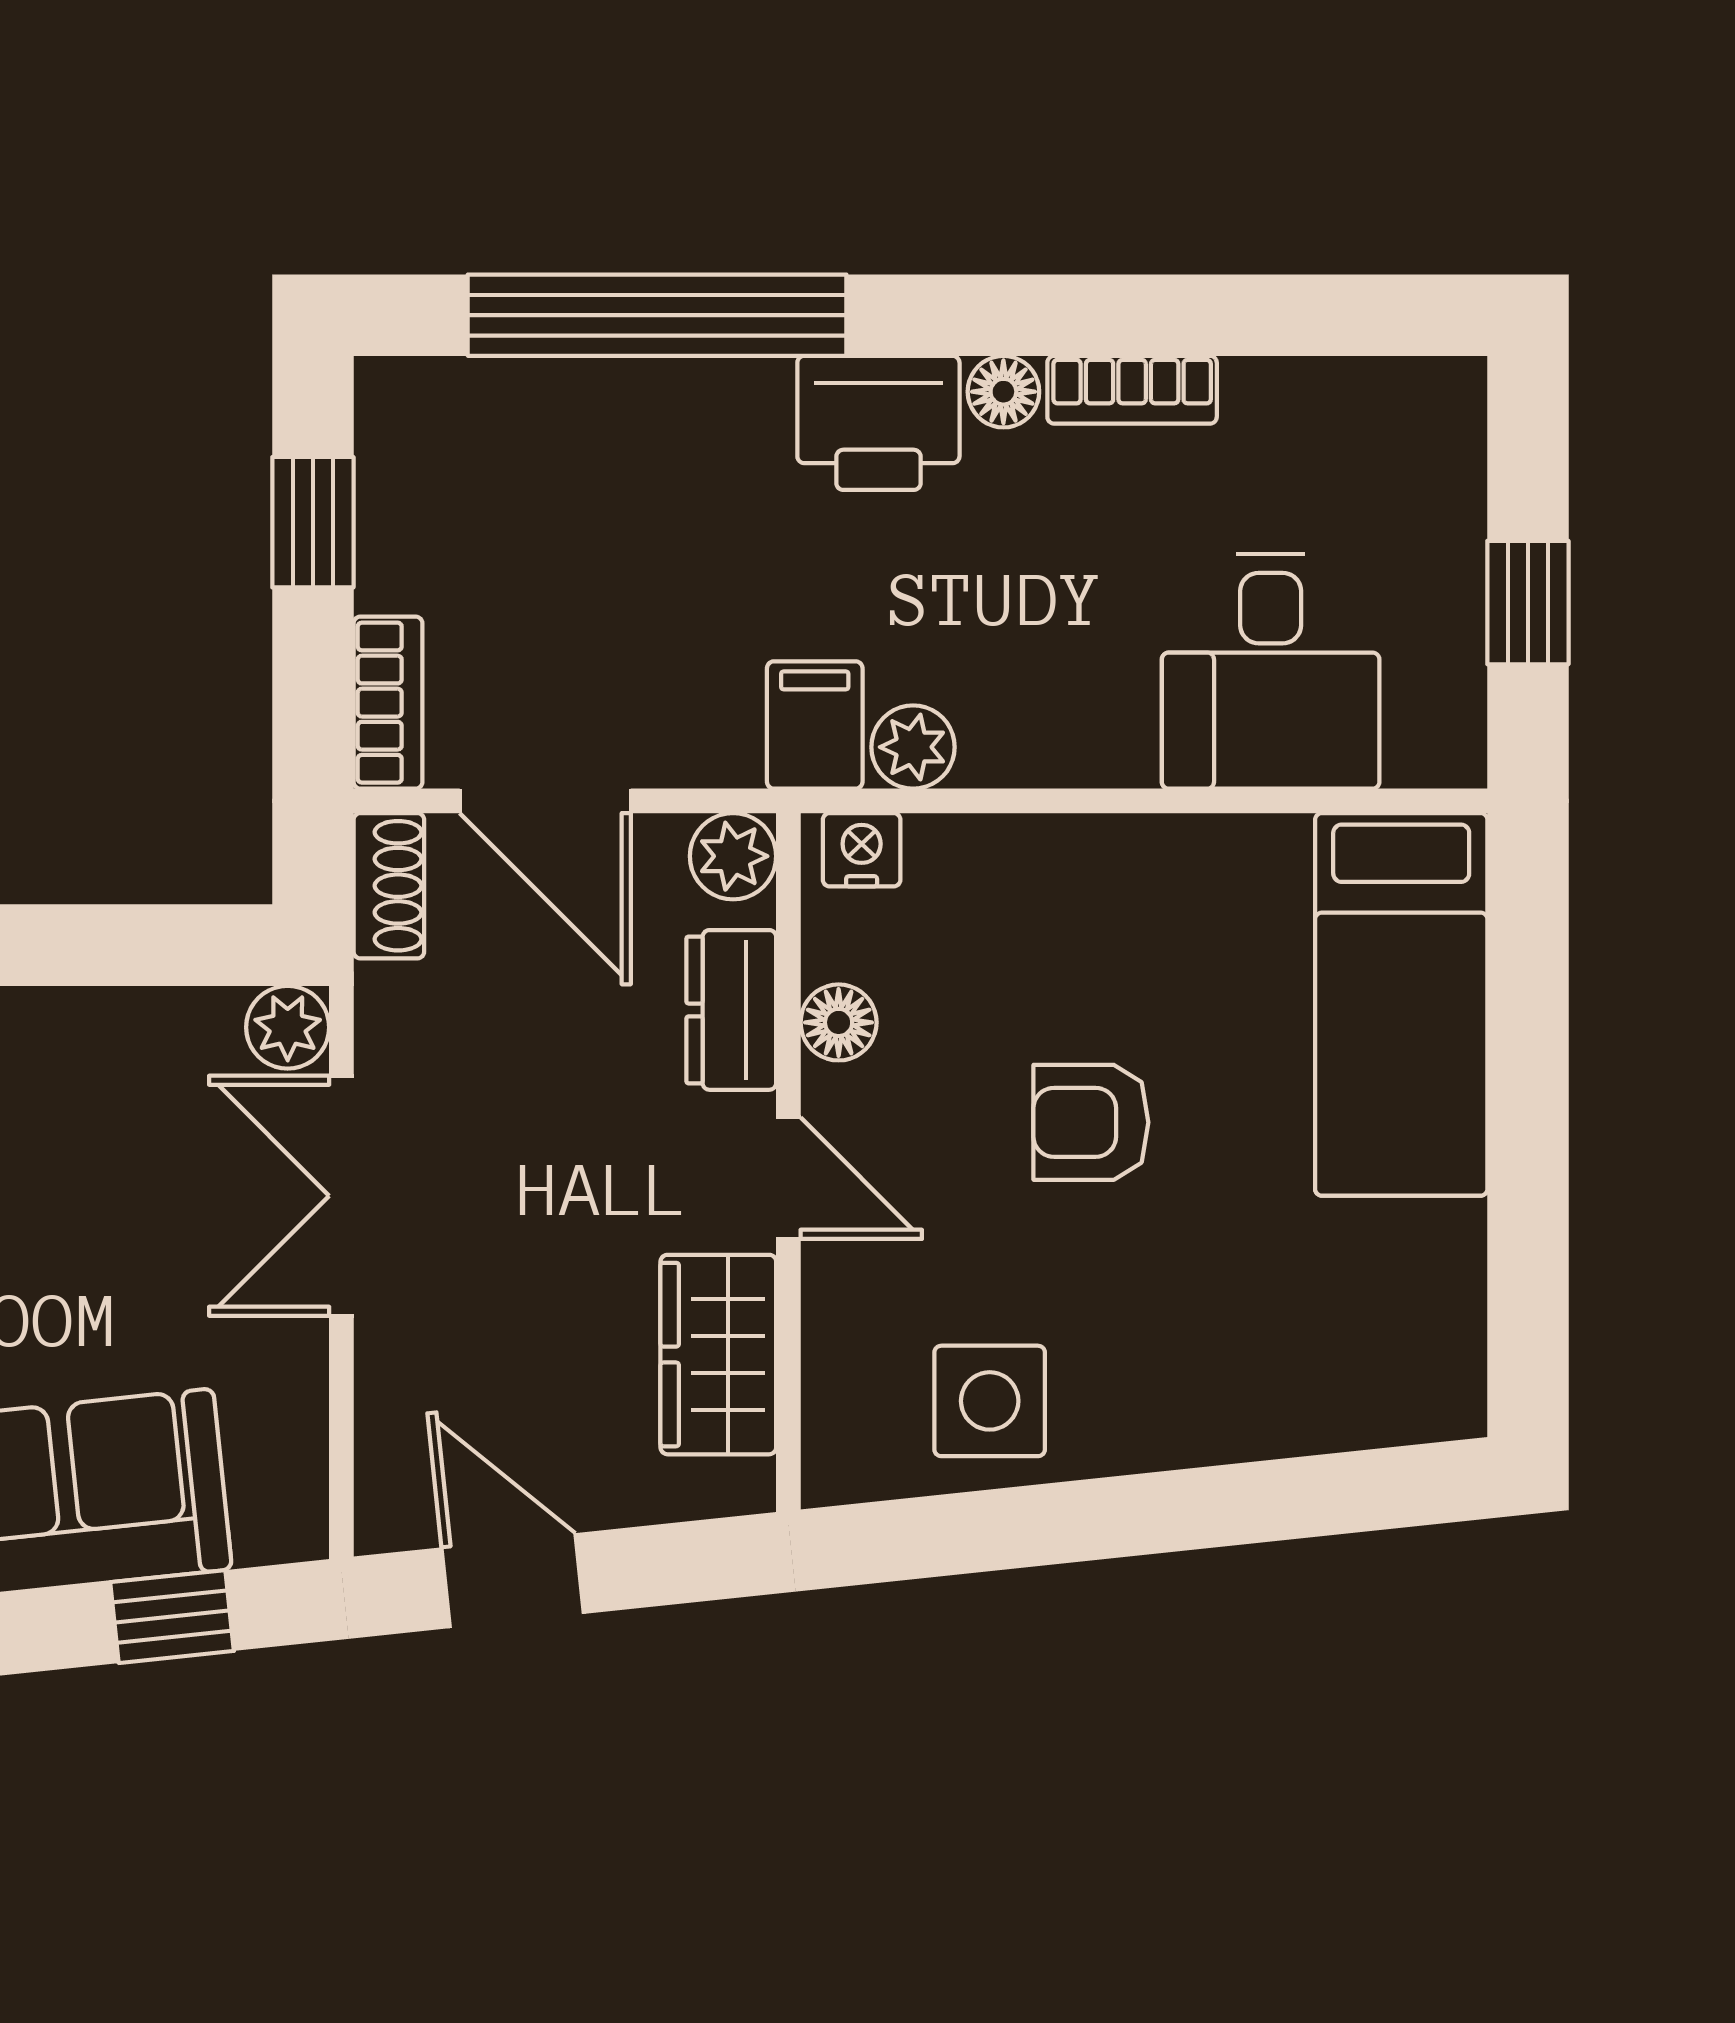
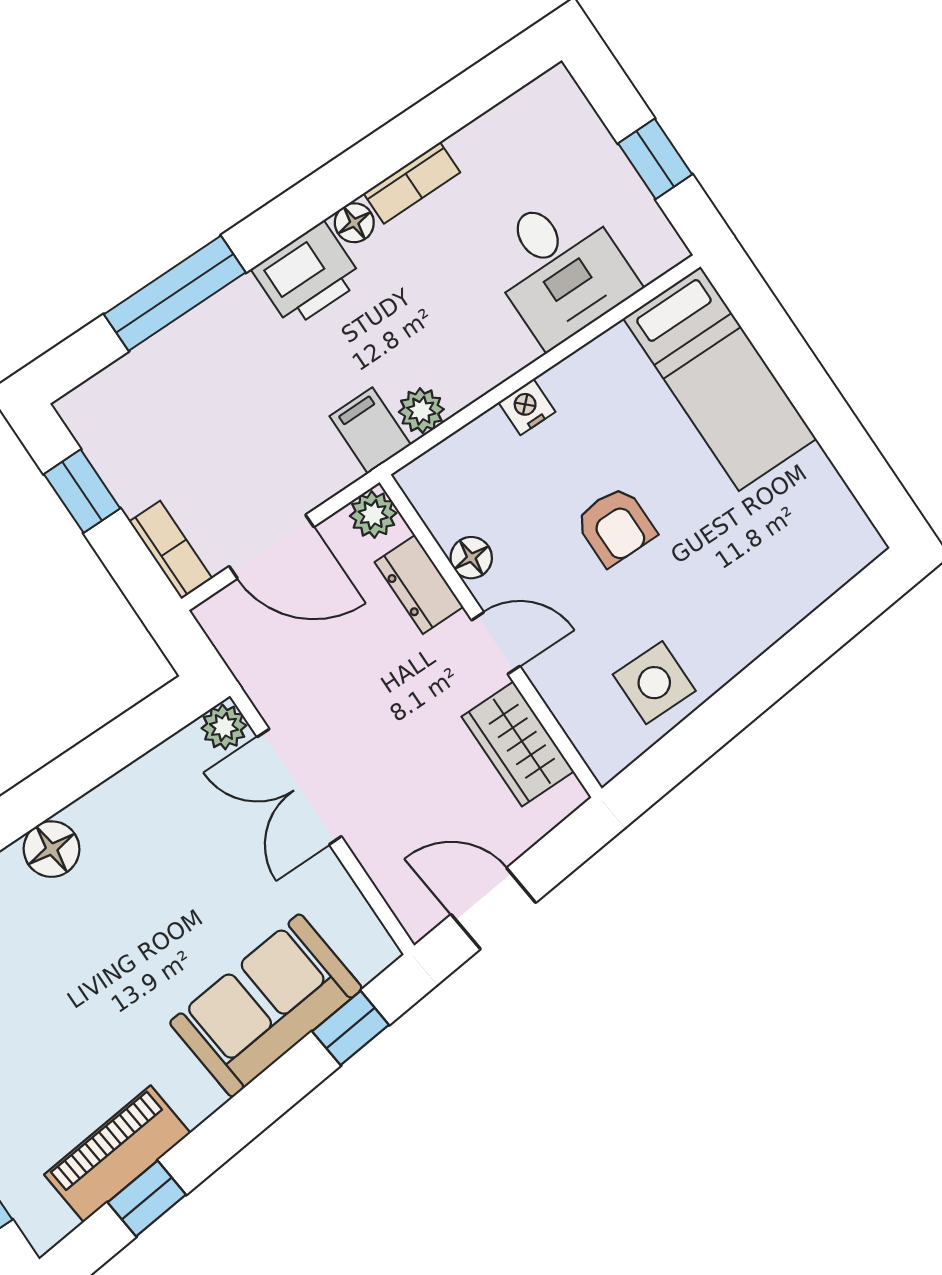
window: (657, 315) -> (175, 293), width x0.68
nightstand: (862, 850) -> (527, 407), moved
shoe rack: (389, 886) -> (227, 632), removed
armchair: (1091, 1122) -> (615, 526), turned -90

